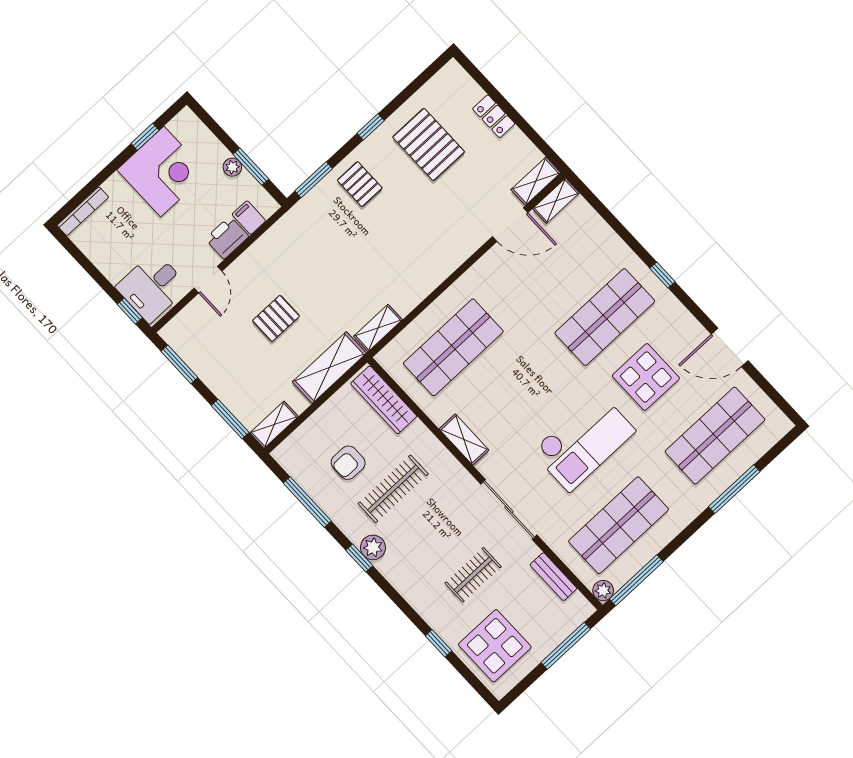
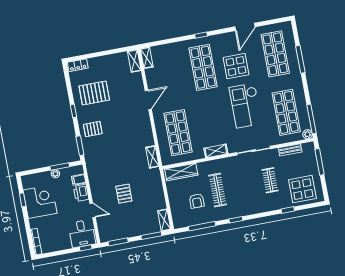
locker: (494, 116) -> (78, 65), moved
door: (510, 225) -> (148, 100), moved
shelving: (329, 367) -> (156, 185), removed
checkout: (584, 441) -> (246, 105), turned 180
plant: (373, 547) -> (235, 212), removed

